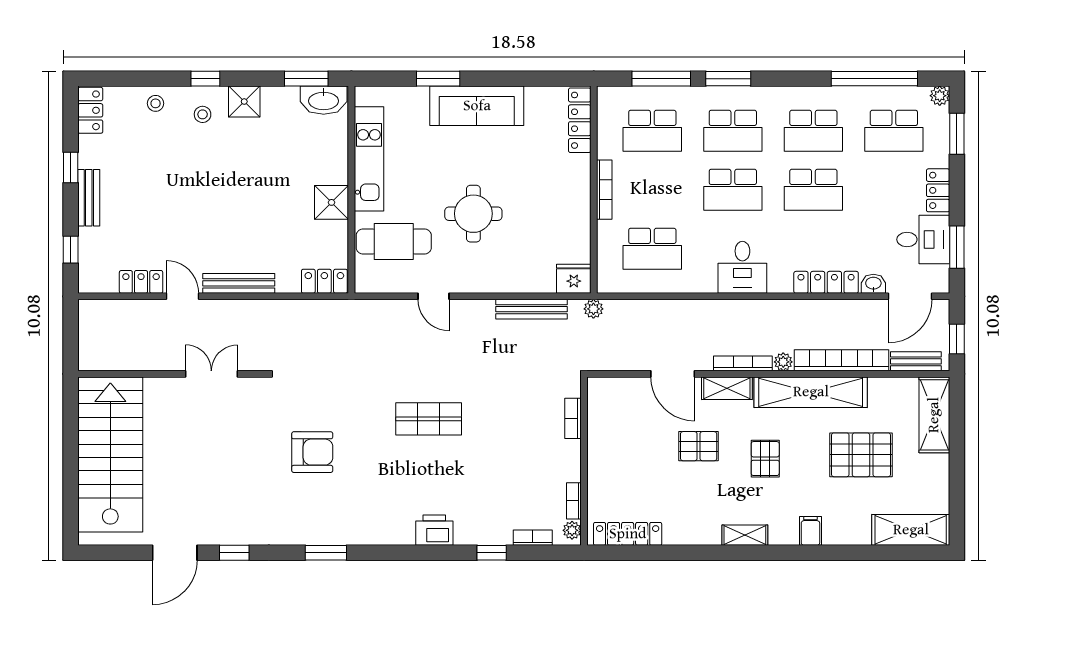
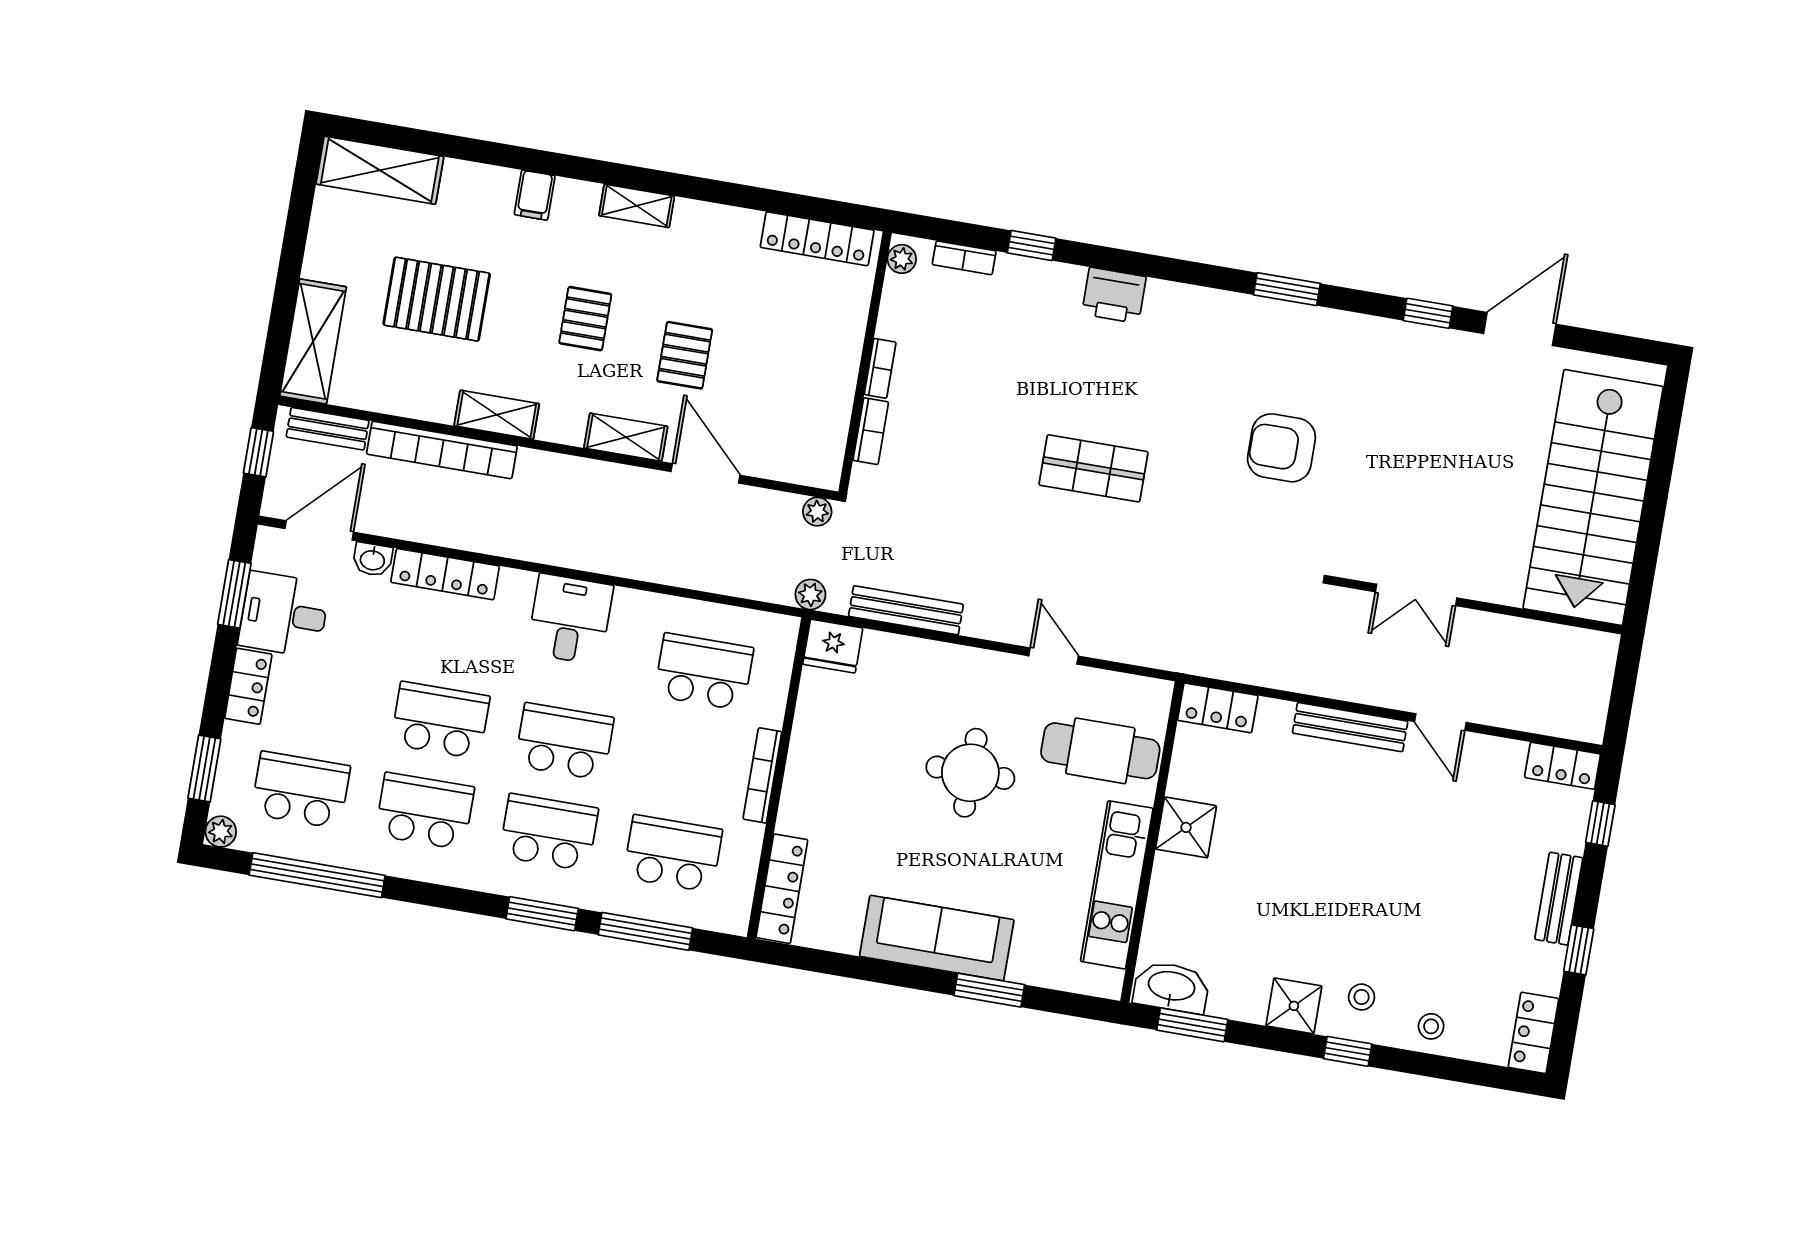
locker: (141, 282) -> (1563, 766), moved
plant: (783, 362) -> (817, 512), moved
bookcase: (743, 363) -> (595, 471), removed
shelving: (811, 392) -> (497, 415), width x0.45, depth x0.75
pallet: (699, 446) -> (685, 355), turned 90
bookcase: (574, 501) -> (880, 368), moved

